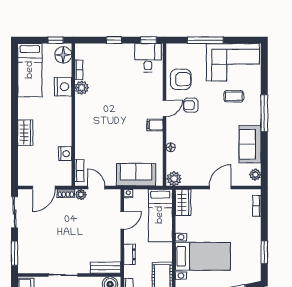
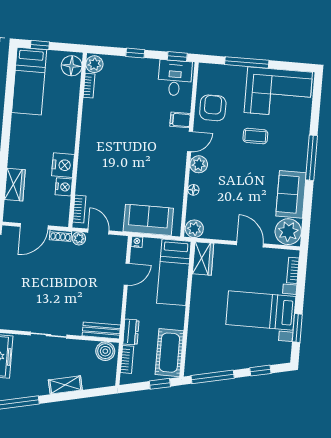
window: (56, 40) -> (40, 45), moved
armchair: (181, 79) -> (213, 108), turned -90
nightstand: (63, 87) -> (63, 165), moved
plant: (82, 88) -> (94, 64), moved
coffee table: (234, 96) -> (255, 136), moved
armchair: (191, 105) -> (222, 140), removed
filing cabinet: (155, 125) -> (180, 120), moved
plant: (173, 126) -> (199, 164), added
wardrobe: (25, 133) -> (15, 185), moved
plant: (255, 175) -> (288, 232), width x1.87, depth x1.87
door: (220, 188) -> (250, 244), hinge flipped
dresser: (130, 254) -> (131, 332), moved
bed with nightstands: (203, 256) -> (261, 310), moved, turned 180

